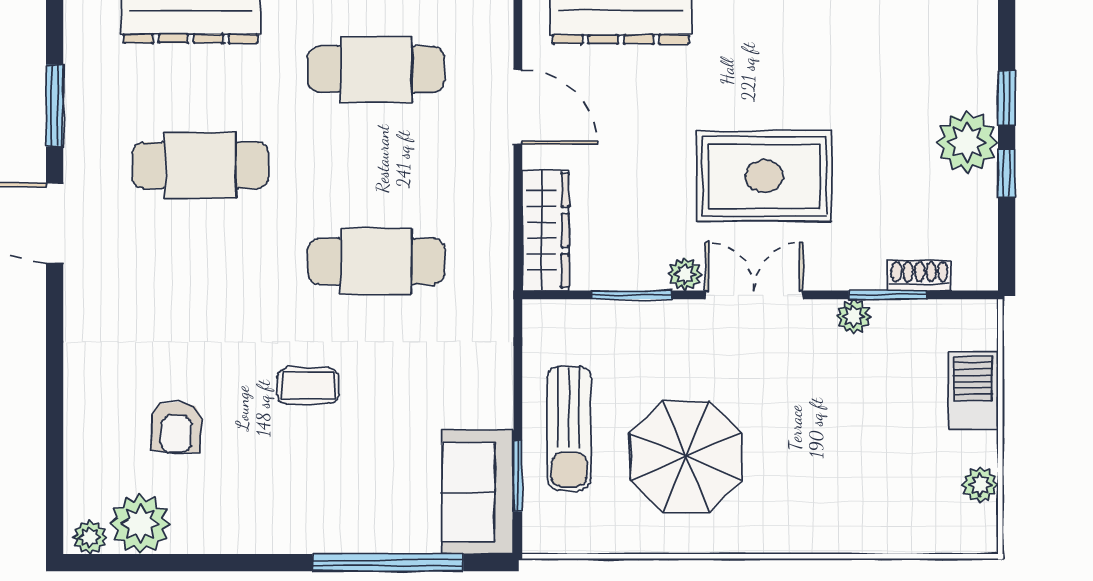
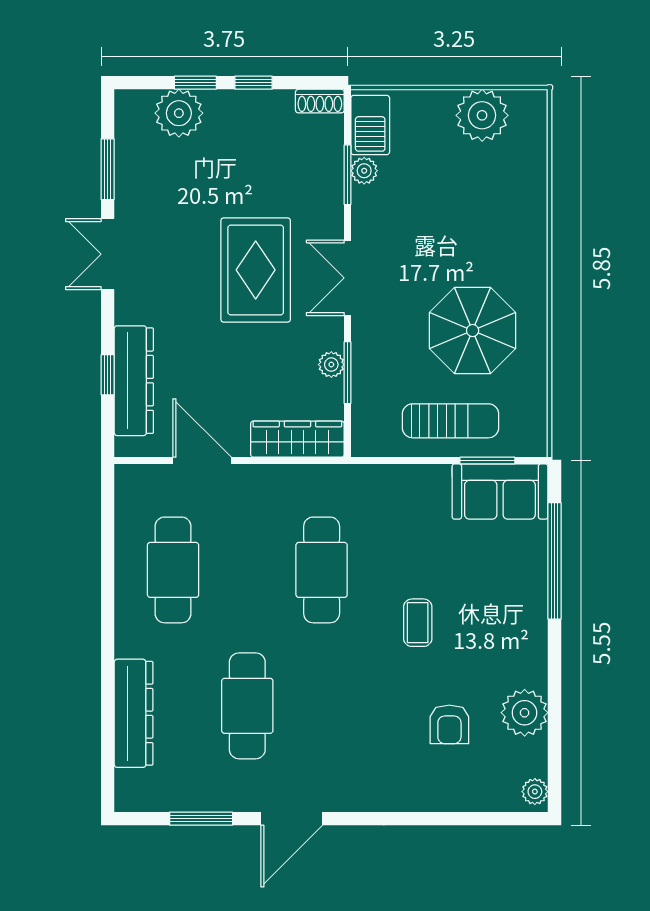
door: (518, 107) -> (202, 460), hinge flipped
plant: (967, 142) -> (179, 113), moved
plant: (685, 274) -> (331, 365), moved
shoe rack: (920, 275) -> (320, 101), moved, turned -90
plant: (853, 316) -> (364, 171), moved
barbecue: (973, 390) -> (370, 125), moved, turned -90
armchair: (176, 427) -> (449, 724), turned 87
plant: (980, 485) -> (482, 115), width x1.87, depth x1.87
plant: (140, 524) -> (525, 713), moved

